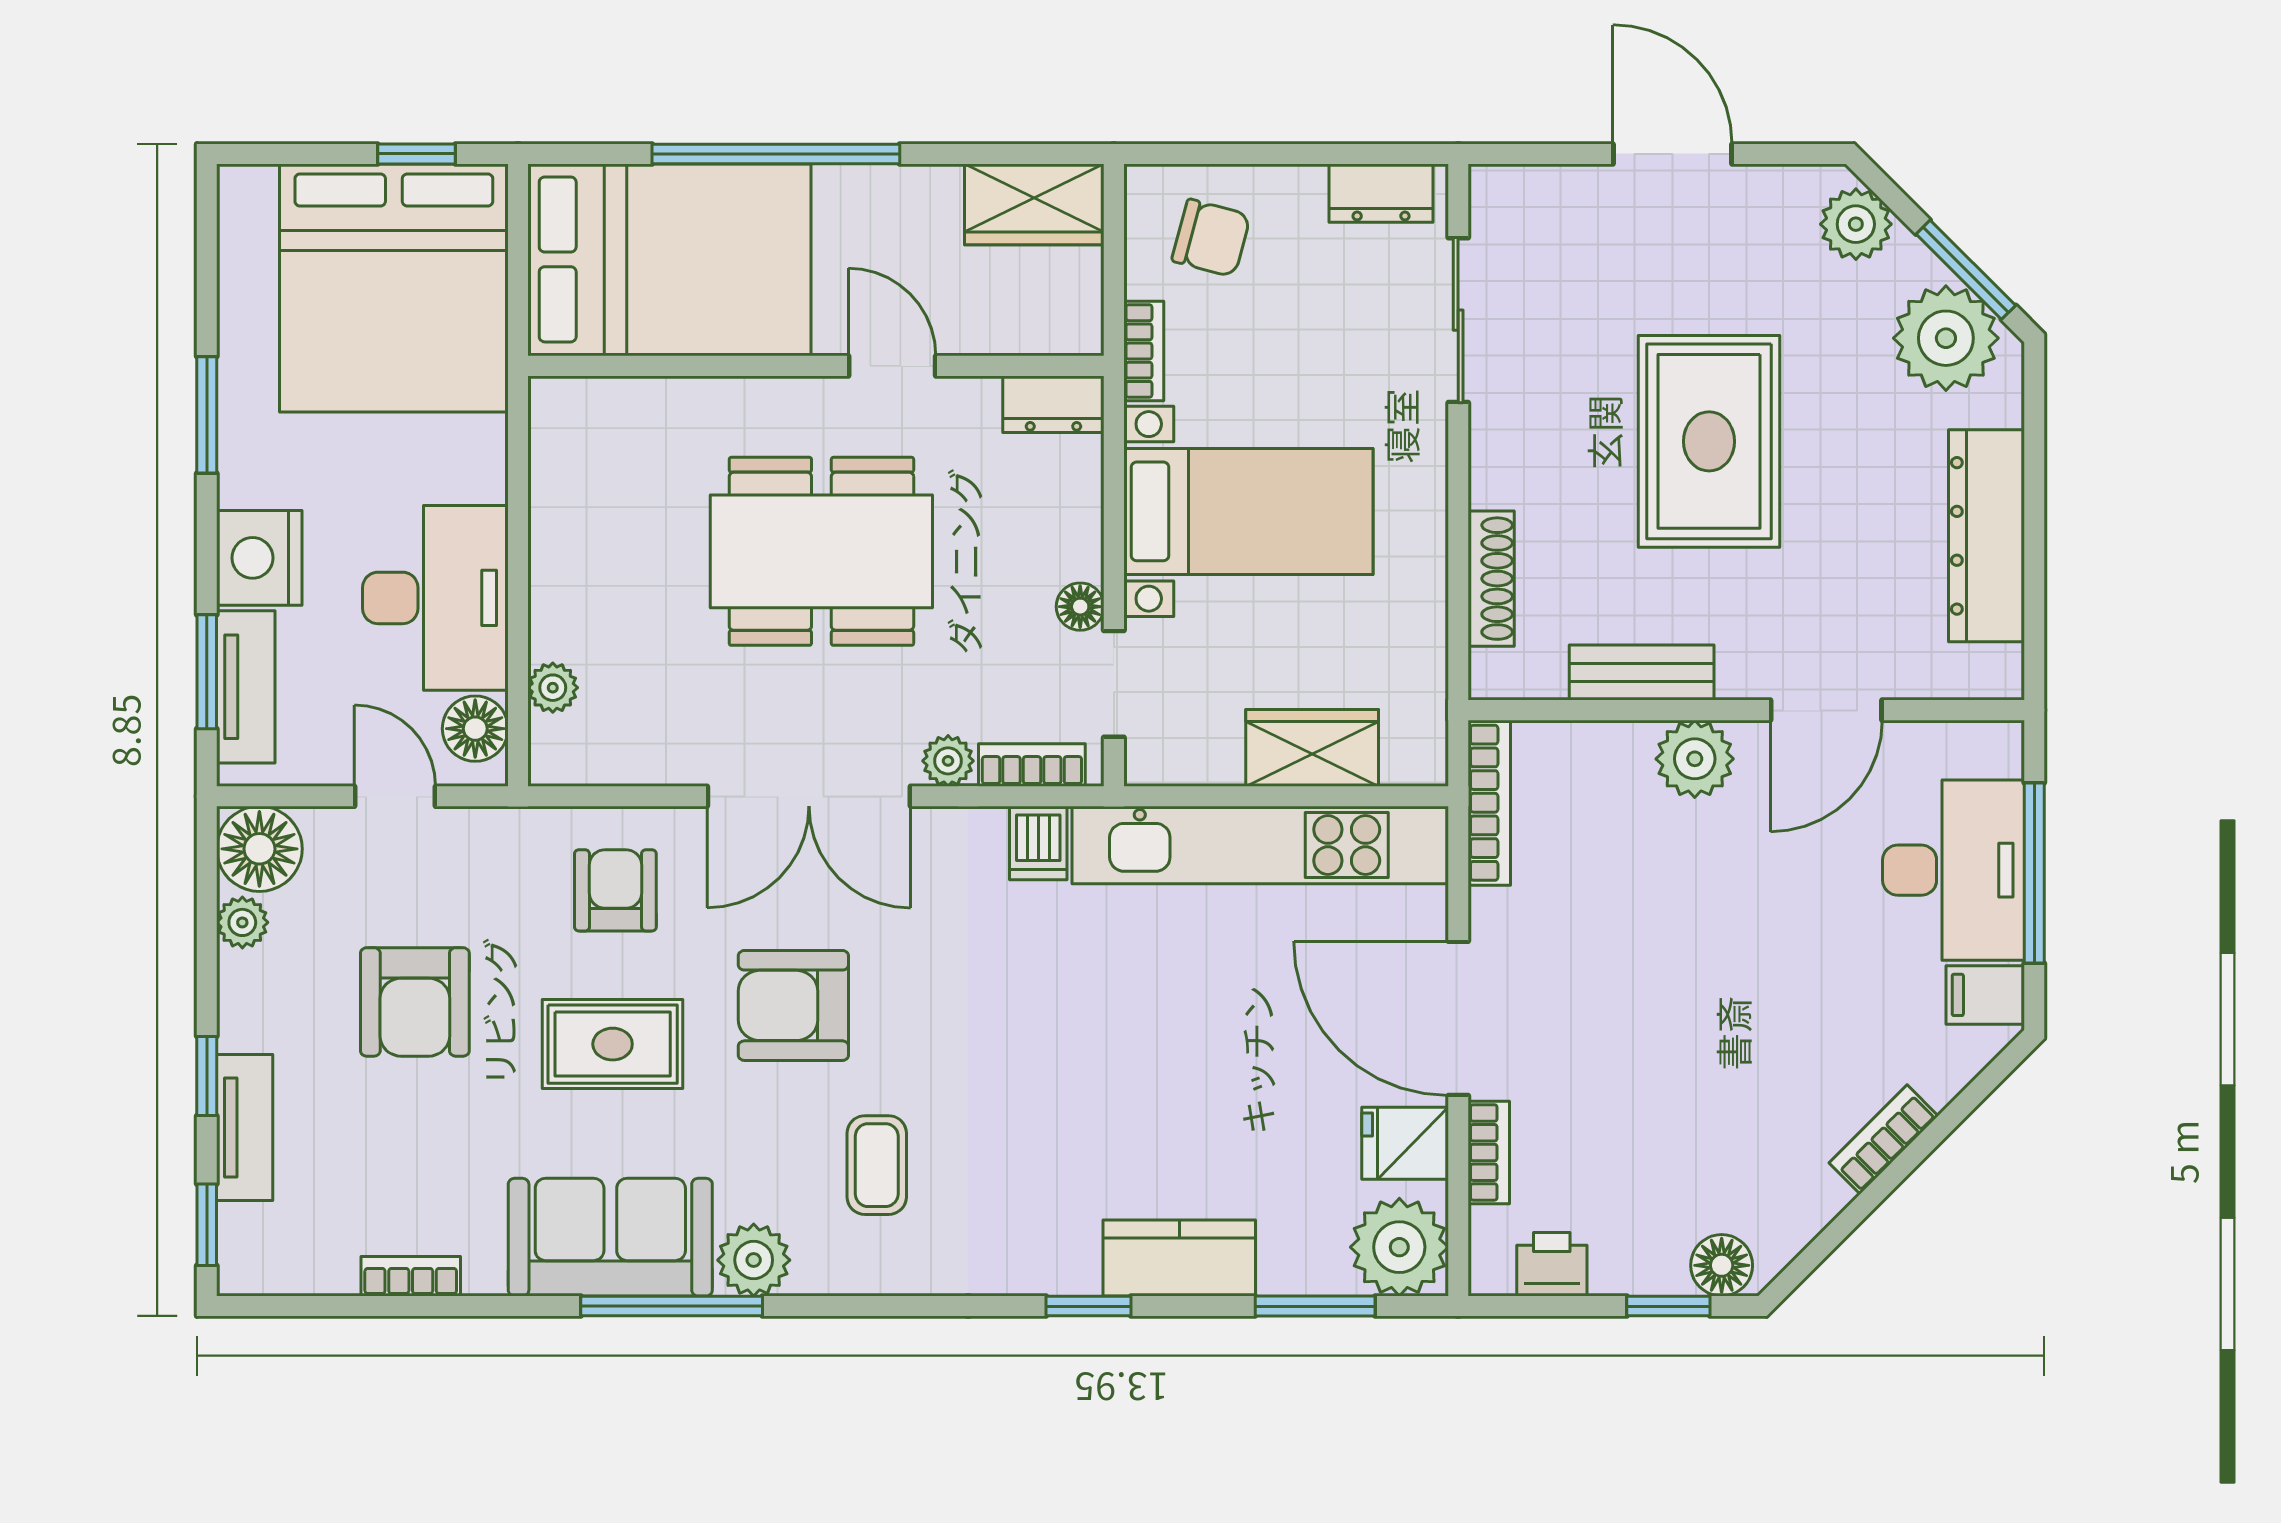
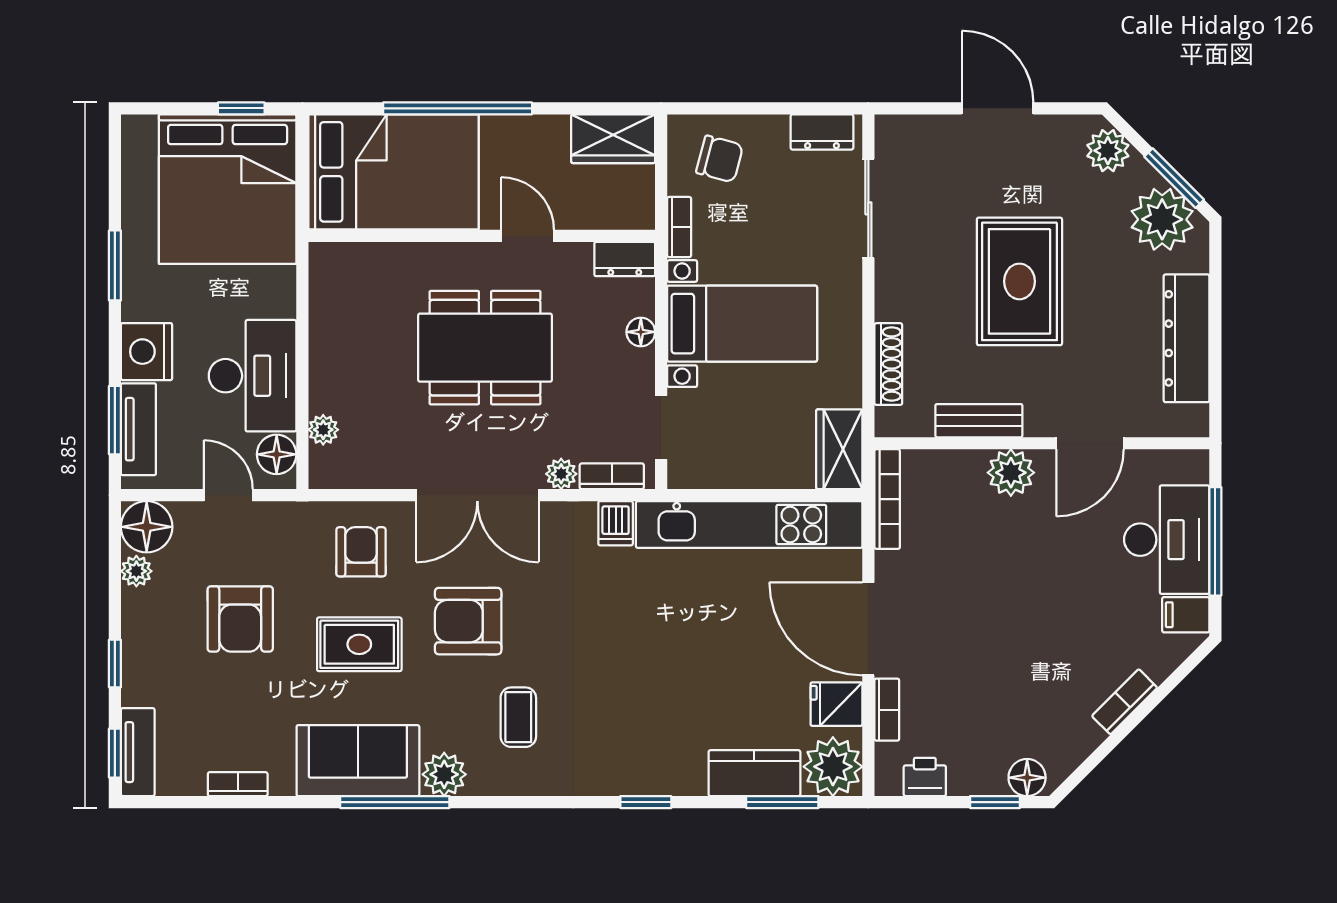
floor lamp: (1080, 607) -> (641, 332), moved
wardrobe: (1312, 748) -> (839, 449), moved, turned -90
tv unit: (245, 1127) -> (138, 752), moved
kitchen counter: (1179, 1258) -> (754, 773), moved

